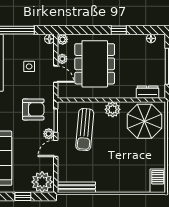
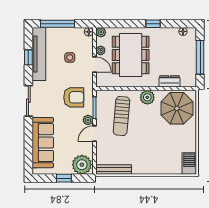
dresser: (148, 92) -> (170, 81), moved

